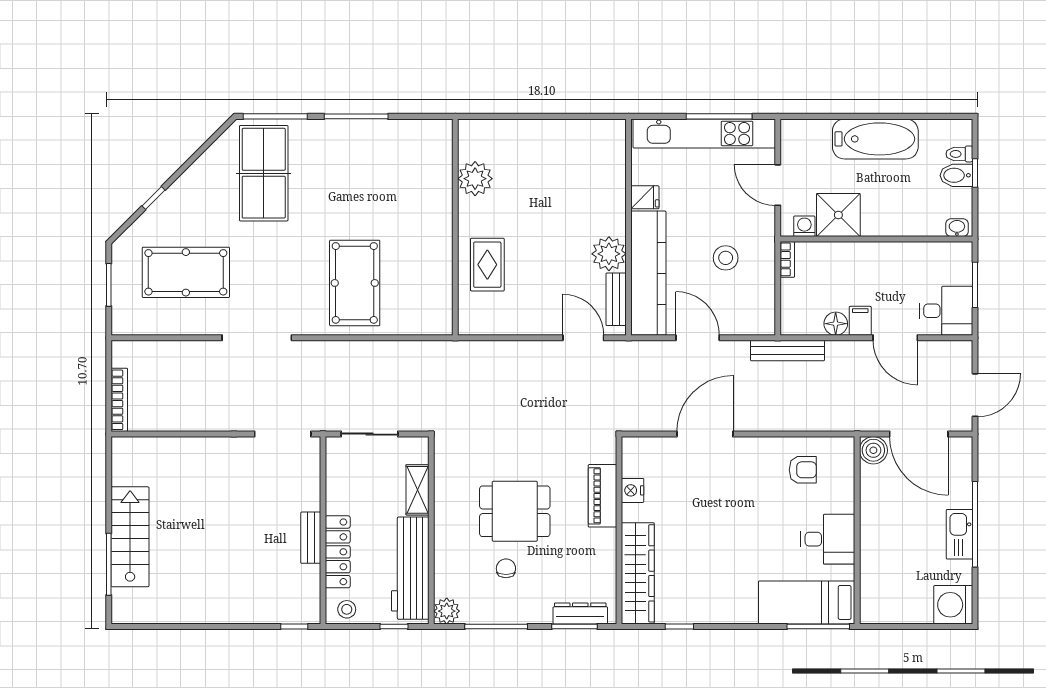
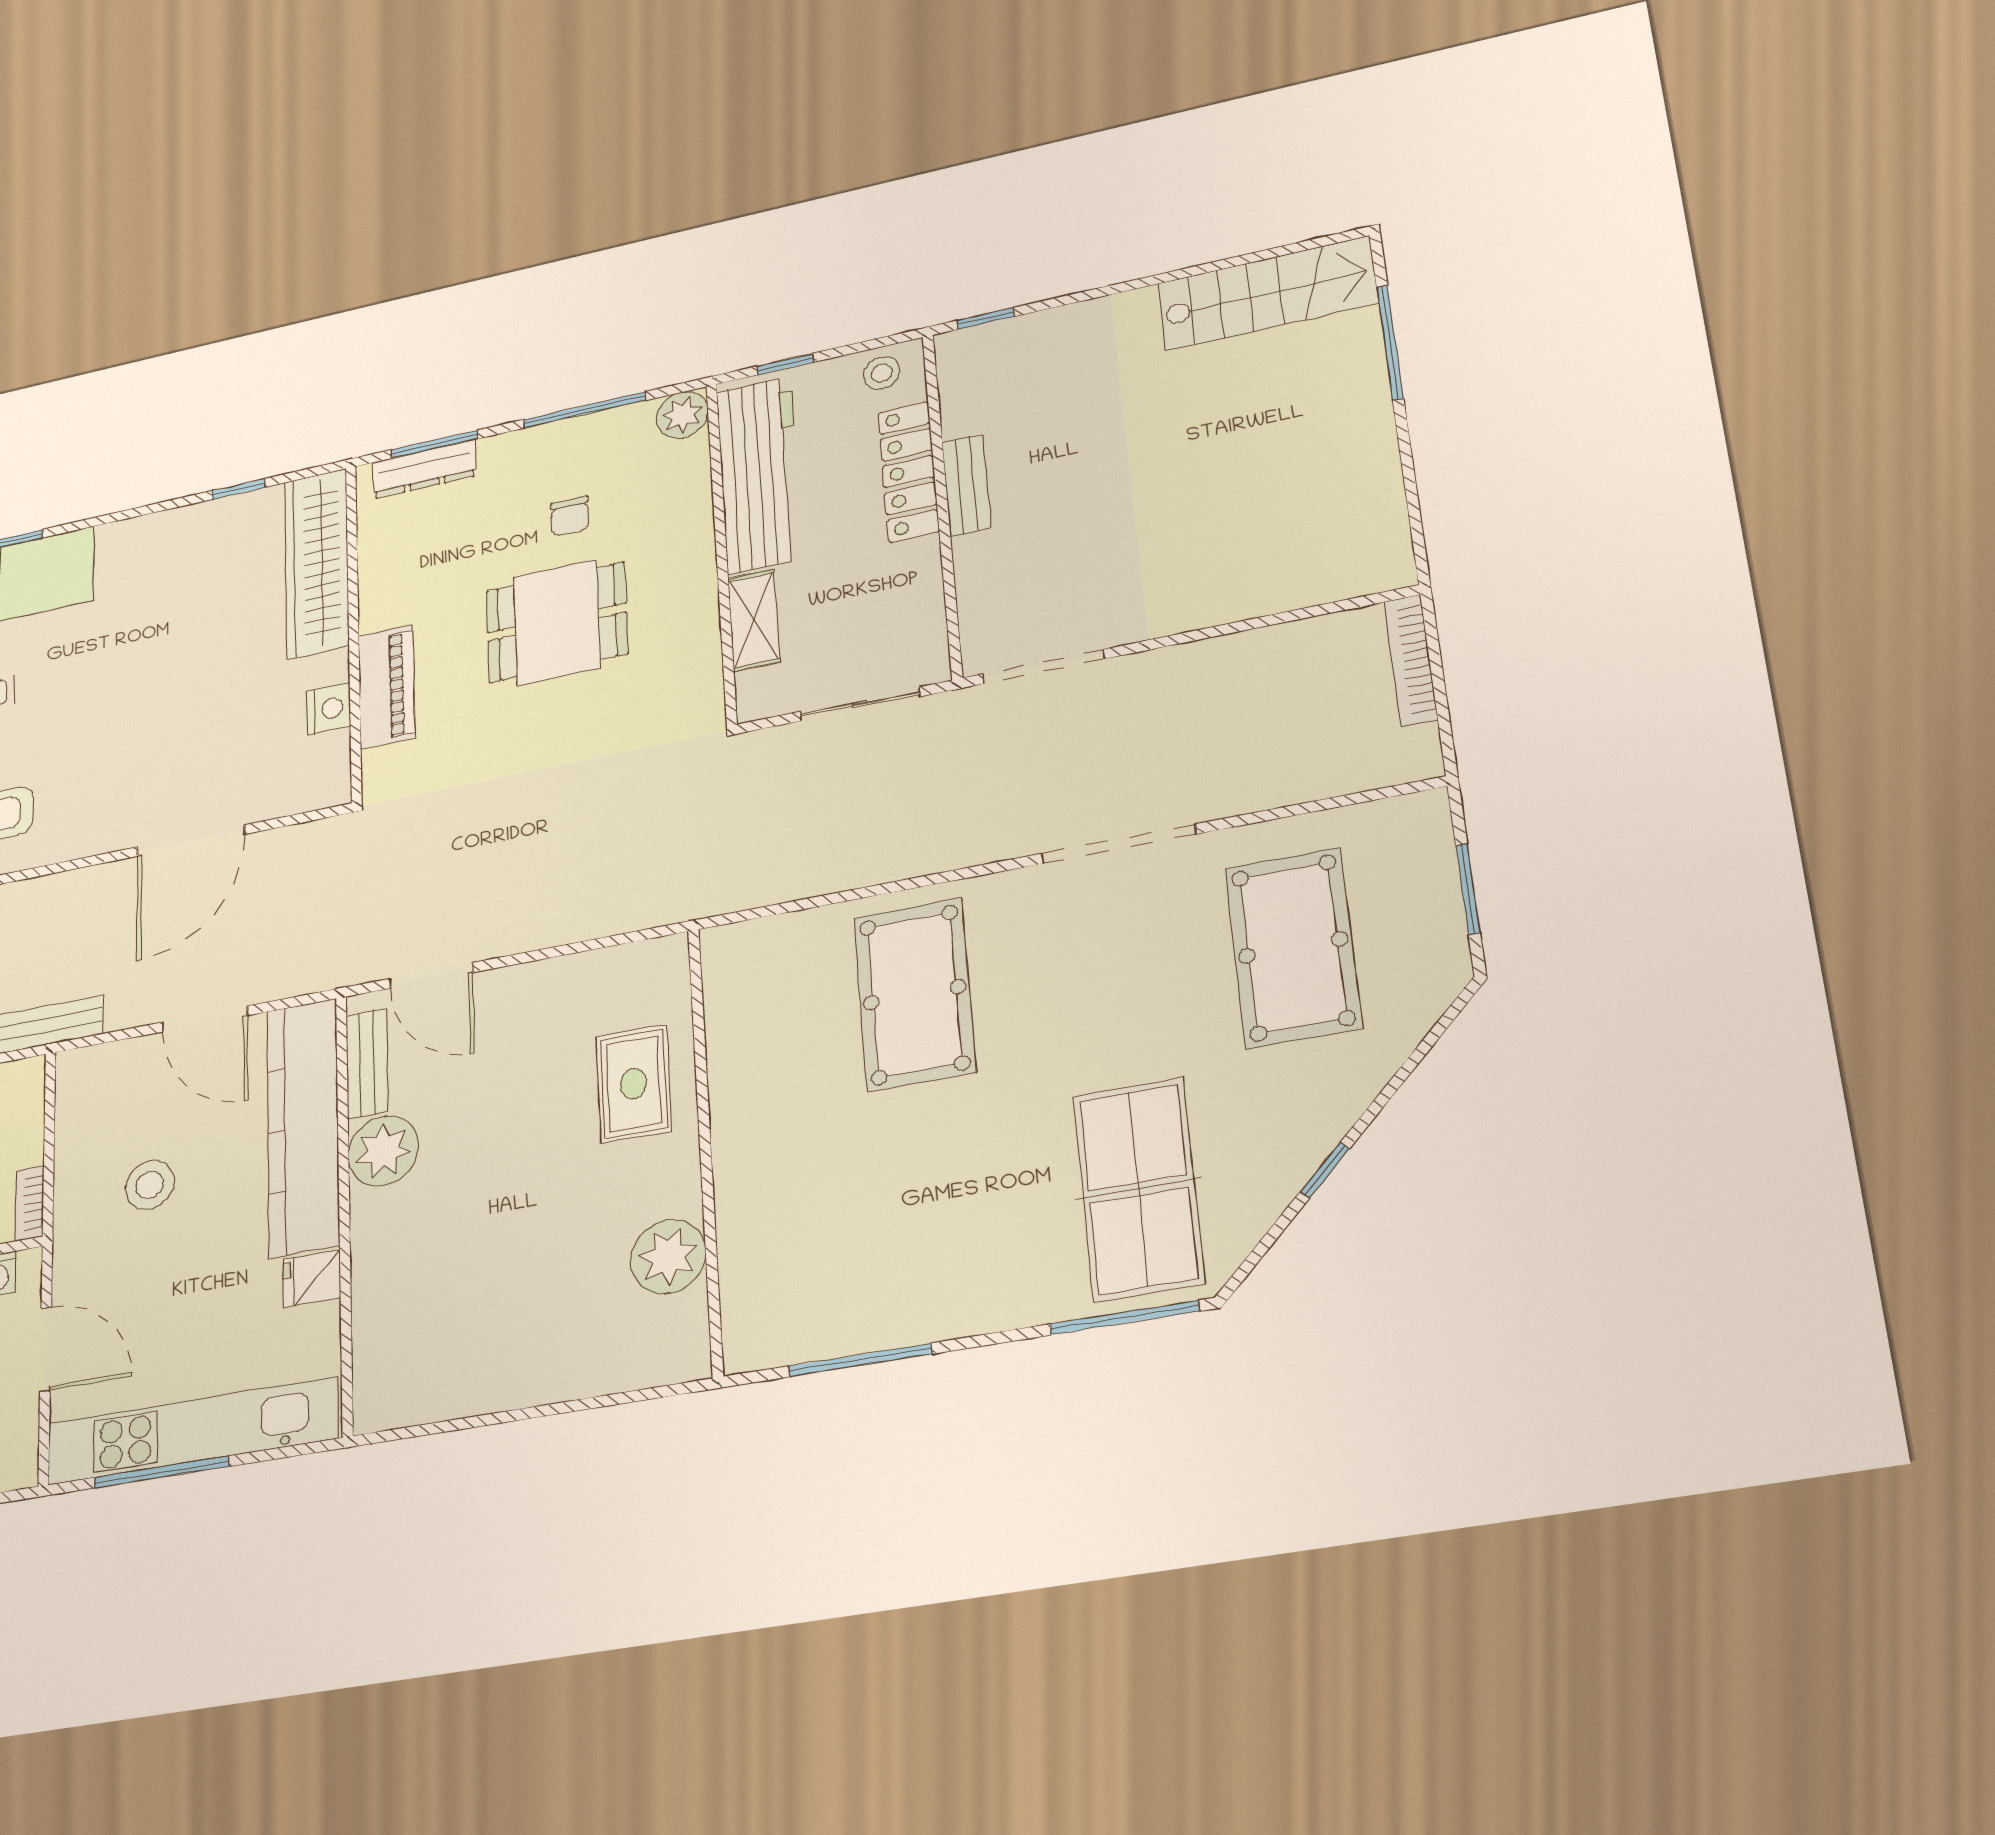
window: (356, 116) -> (860, 1360), moved
window: (153, 198) -> (1325, 1170), moved
pool table: (186, 272) -> (1293, 948), turned 90
stairs: (130, 537) -> (1267, 293), moved, turned -90

